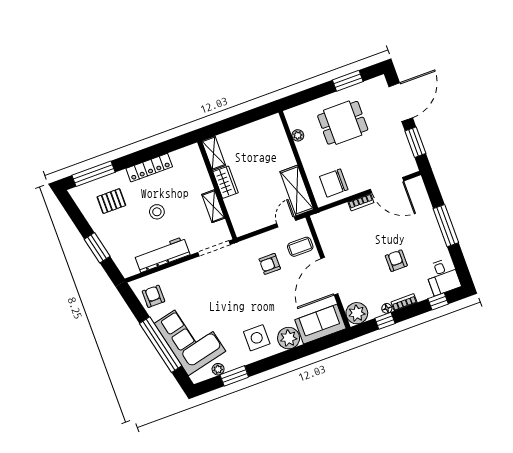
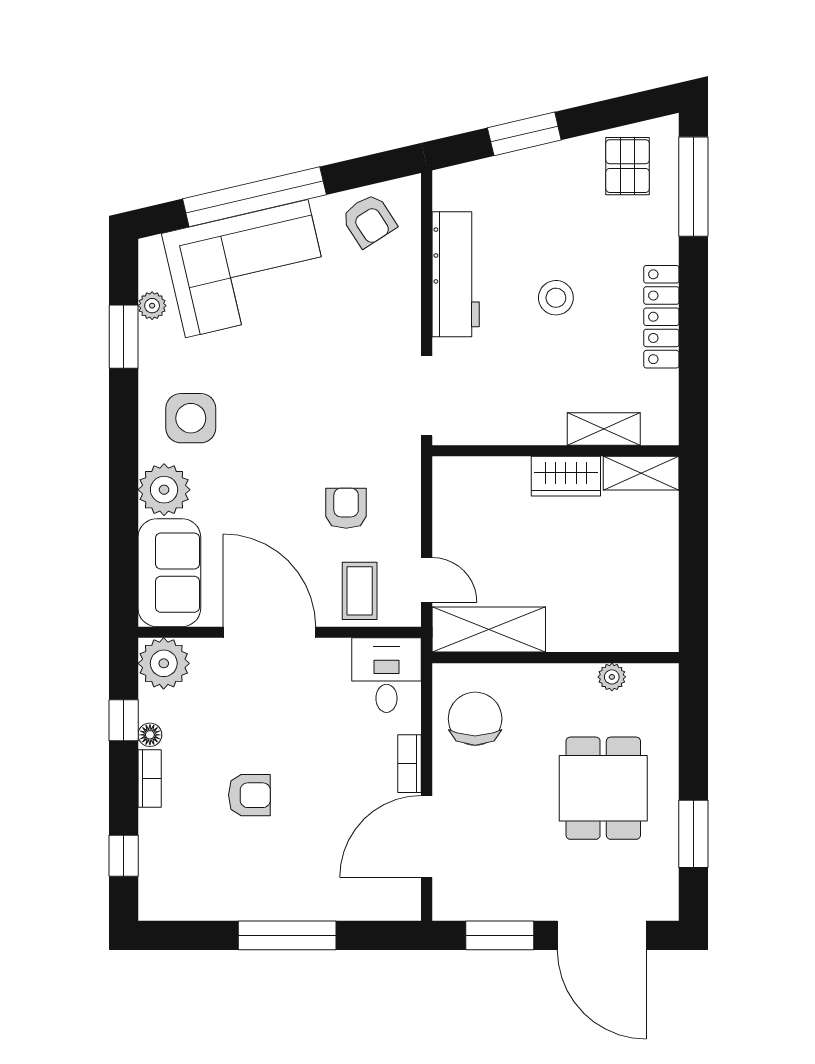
pallet: (111, 201) -> (628, 166), moved
shelving: (213, 206) -> (604, 429), moved
desk: (443, 277) -> (387, 675), moved, turned 90
armchair: (153, 296) -> (369, 220), turned 57

